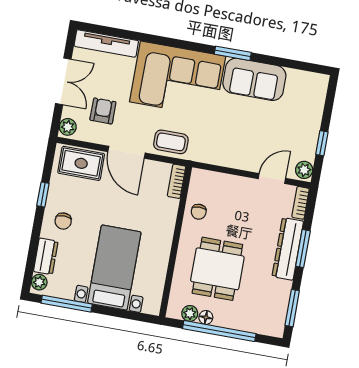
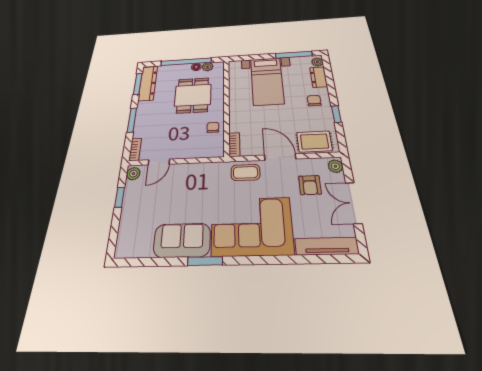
dresser: (288, 249) -> (148, 83), moved

